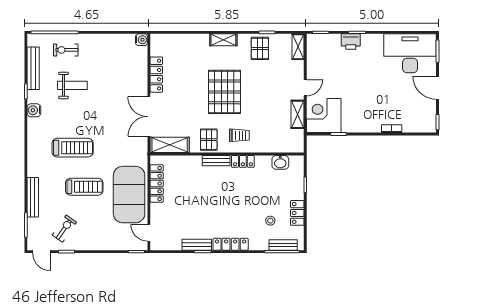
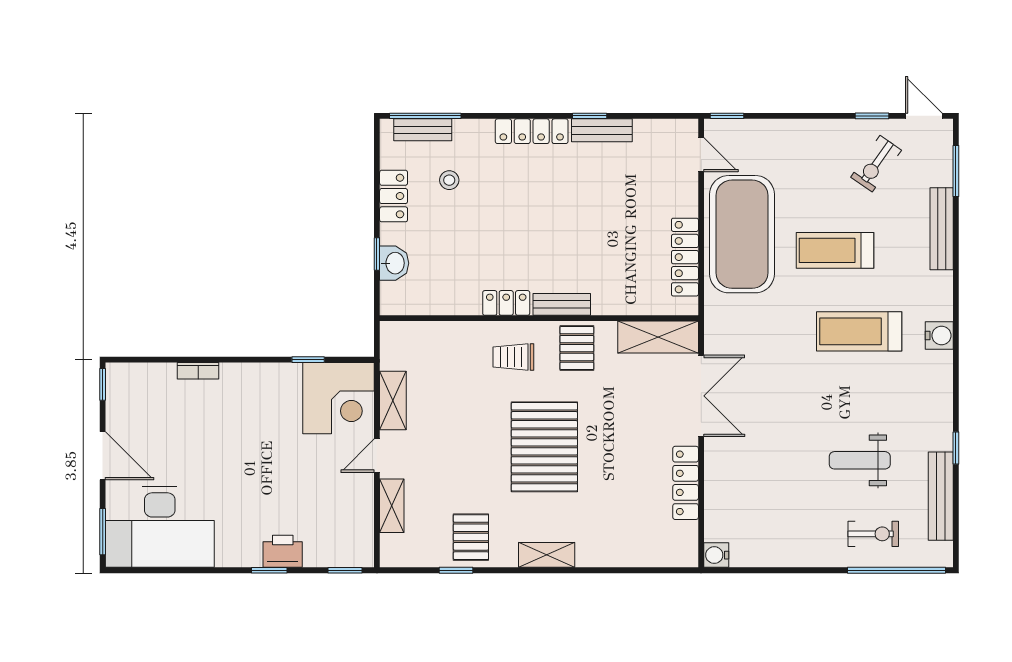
shelving: (298, 47) -> (392, 506), moved
water cooler: (34, 110) -> (939, 335), moved
washbasin: (280, 162) -> (394, 263), moved, turned 90

